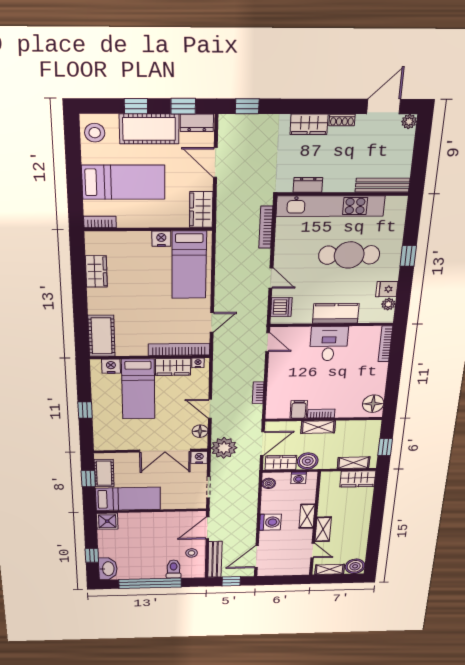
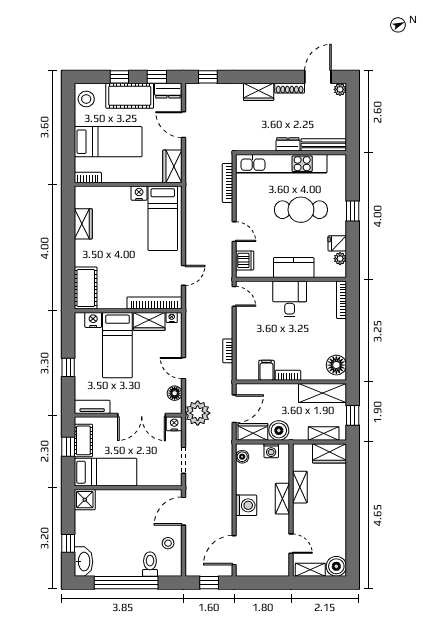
shoe rack: (342, 120) -> (290, 88), width x1.43
dresser: (308, 185) -> (288, 144), moved
shelving: (318, 427) -> (322, 393), moved, width x1.50, depth x1.33
tv unit: (112, 444) -> (92, 407), added
shelving: (323, 529) -> (300, 487), moved
bench: (215, 559) -> (192, 552), removed

